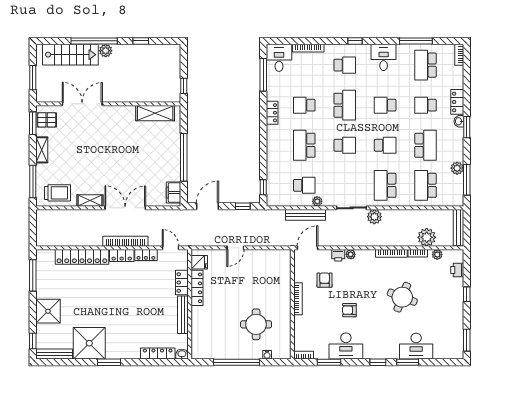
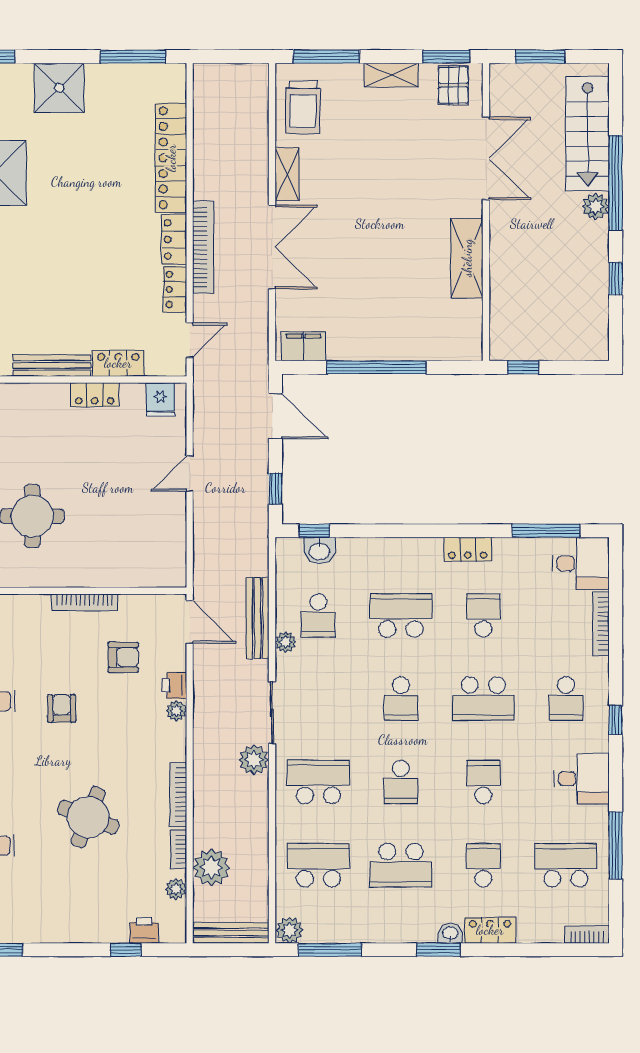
shelving: (155, 113) -> (467, 258), moved
plant: (457, 168) -> (290, 930), moved
washbasin: (273, 185) -> (319, 551), added
door: (235, 248) -> (190, 474), hinge flipped
locker: (197, 288) -> (95, 395), width x0.66
window: (467, 294) -> (126, 950), moved

